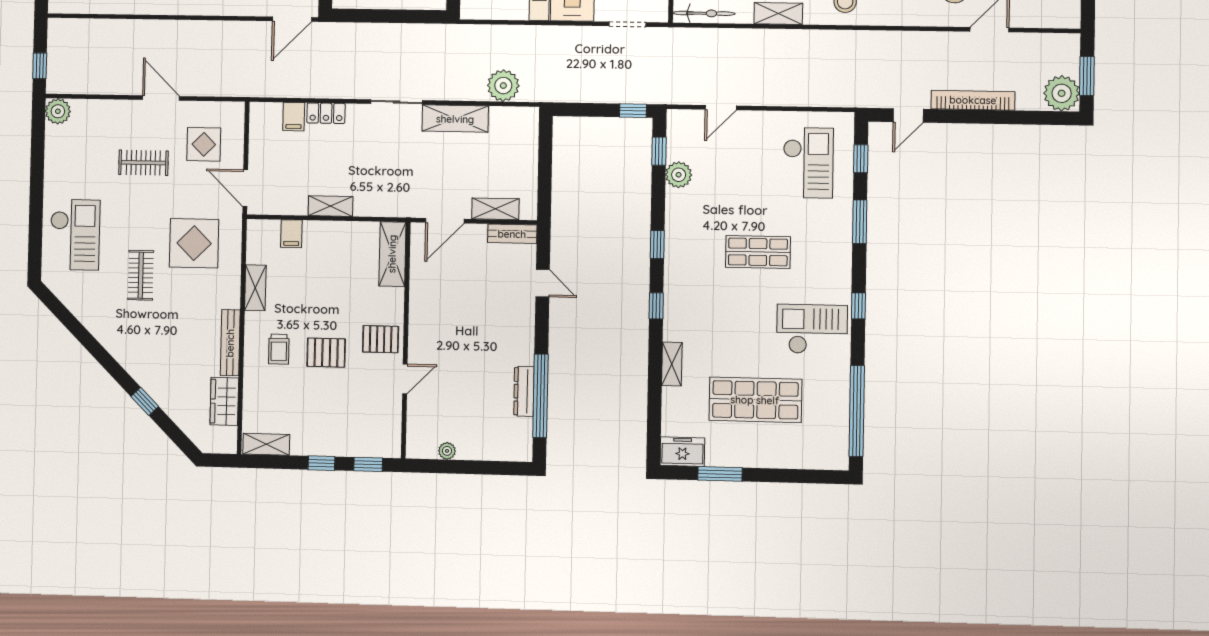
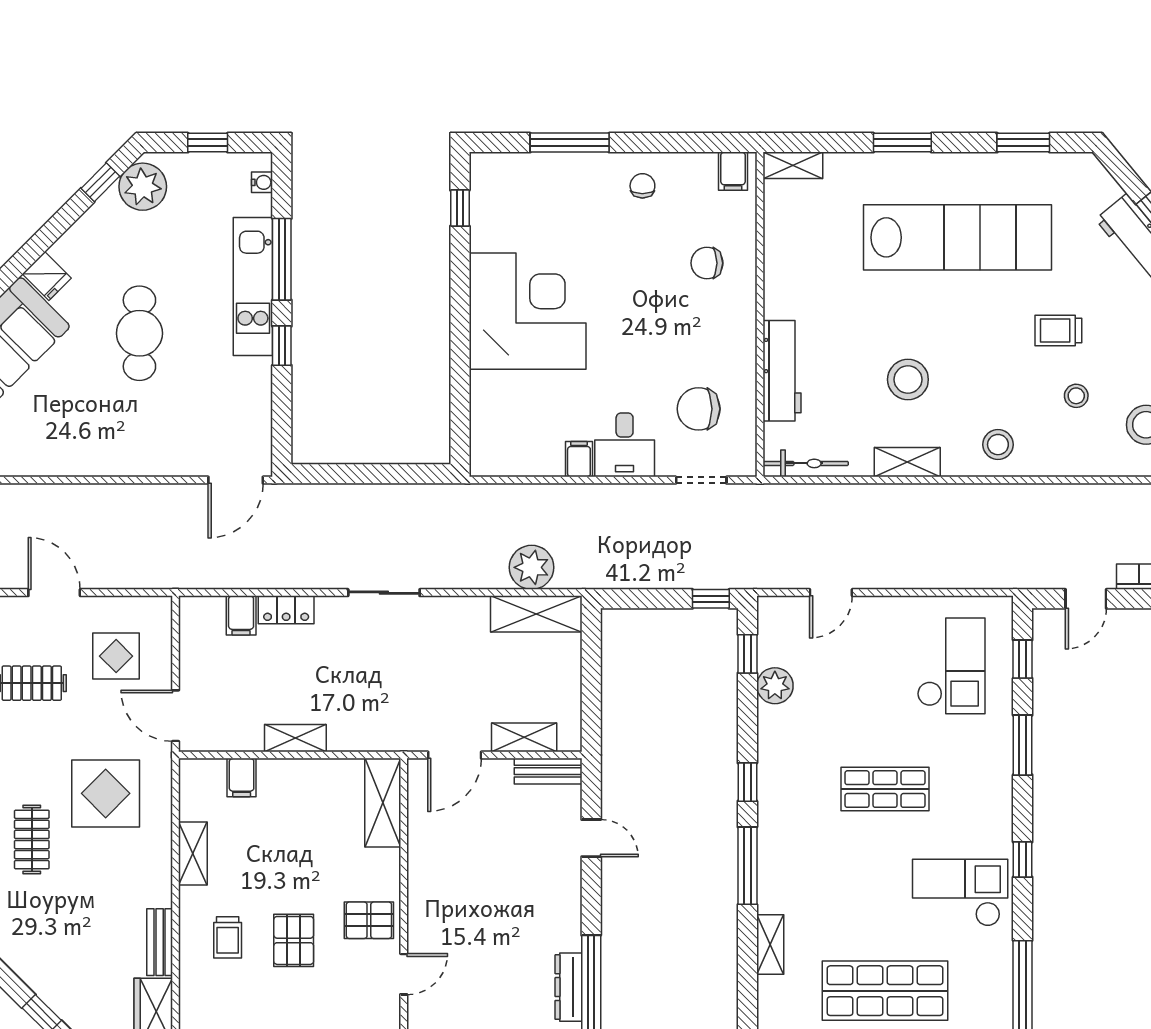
shelving: (455, 119) -> (536, 614), moved
window: (656, 306) -> (747, 866), width x2.17
bench: (230, 343) -> (160, 942), width x0.73
pallet: (326, 353) -> (294, 940), turned 90

